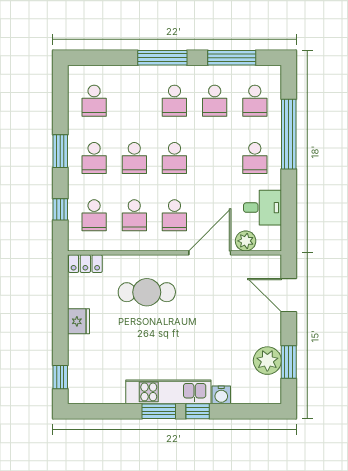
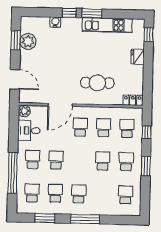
window: (232, 58) -> (45, 218), width x0.69
school desk: (174, 158) -> (56, 160), moved
plant: (246, 241) -> (24, 111), moved
fridge: (79, 321) -> (138, 57), moved
kitchen unit: (168, 392) -> (107, 25), moved

